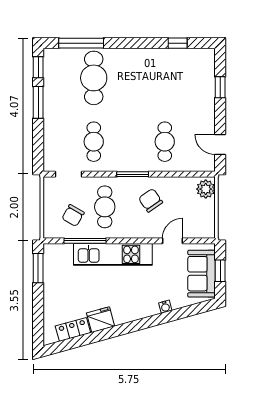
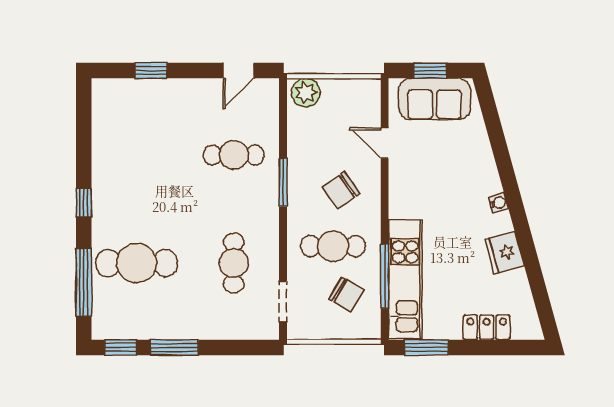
window: (178, 43) -> (84, 203), moved
cafe table: (94, 142) -> (234, 263), turned 90
window: (133, 174) -> (283, 182), moved
chair: (151, 200) -> (341, 190), moved
kitchen unit: (113, 254) -> (405, 279), moved
water cooler: (165, 307) -> (498, 203), moved
locker: (73, 329) -> (487, 327), moved, turned 105

